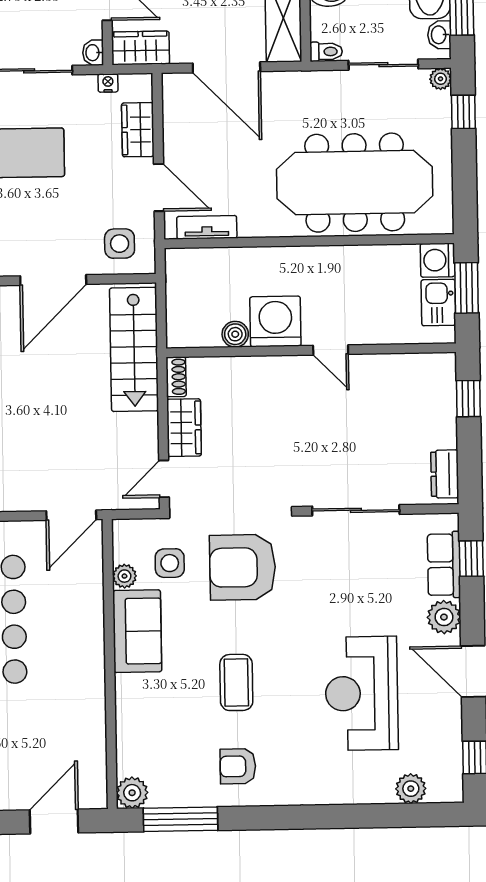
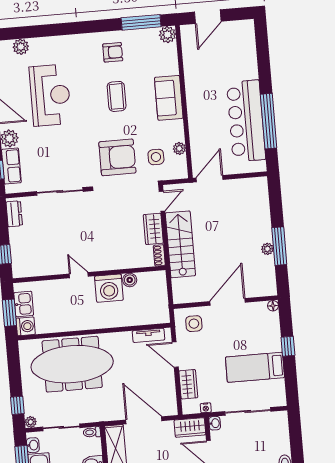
stairs: (134, 349) -> (180, 244), moved
sofa: (137, 631) -> (169, 98), moved

